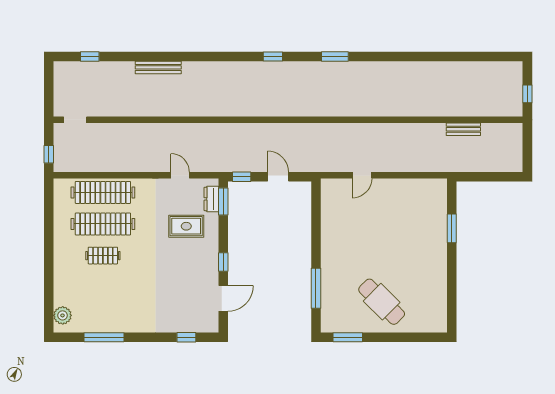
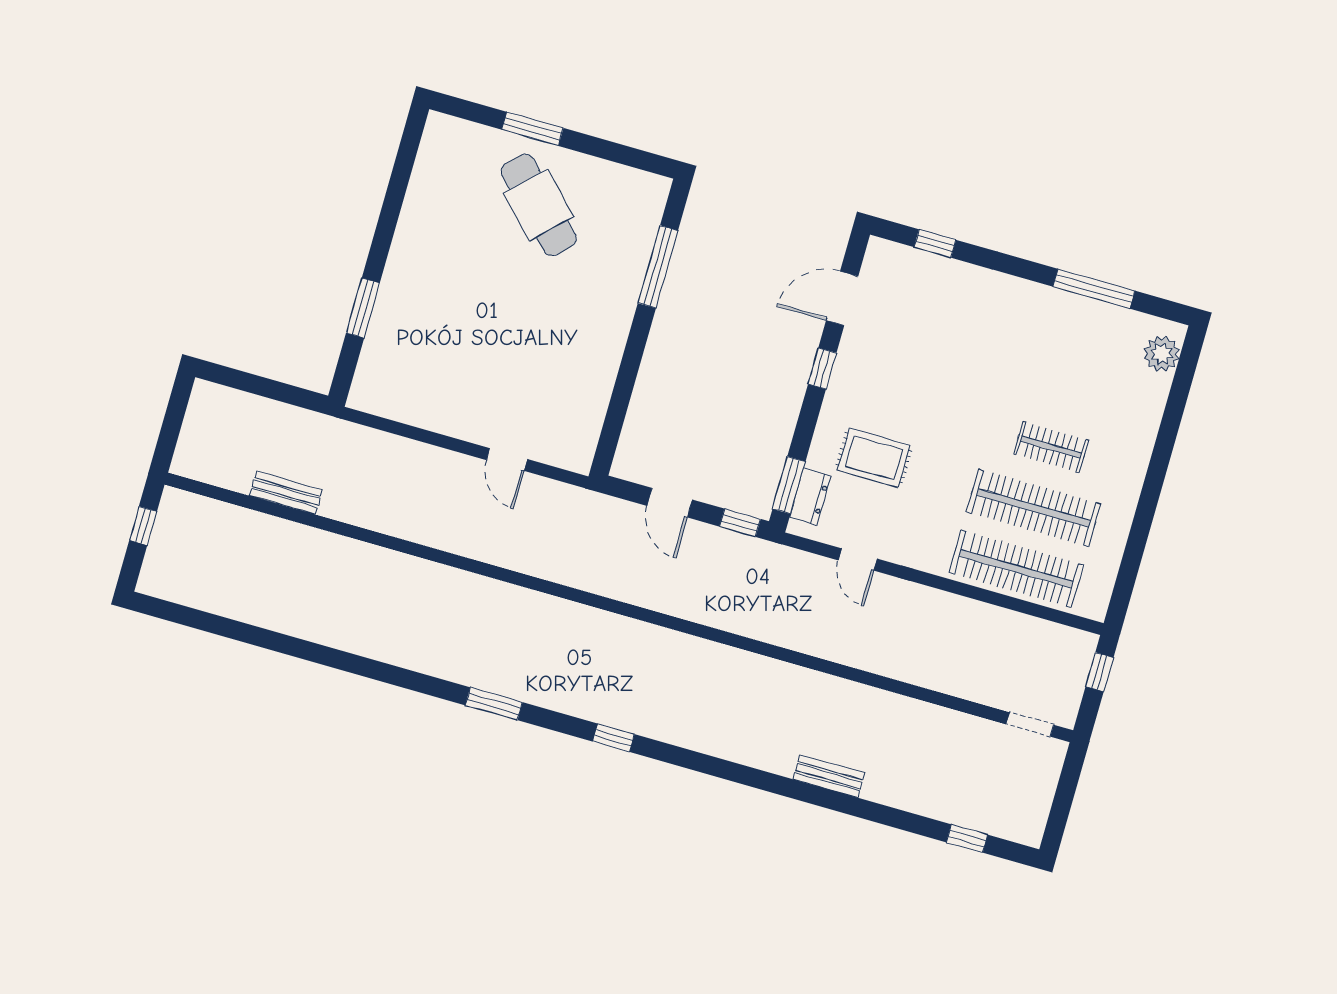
bench: (158, 67) -> (829, 776), width x0.73
door: (362, 175) -> (507, 460), swing flipped
window: (348, 337) -> (533, 129), moved

